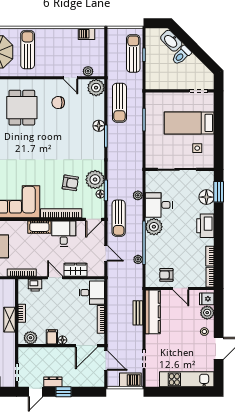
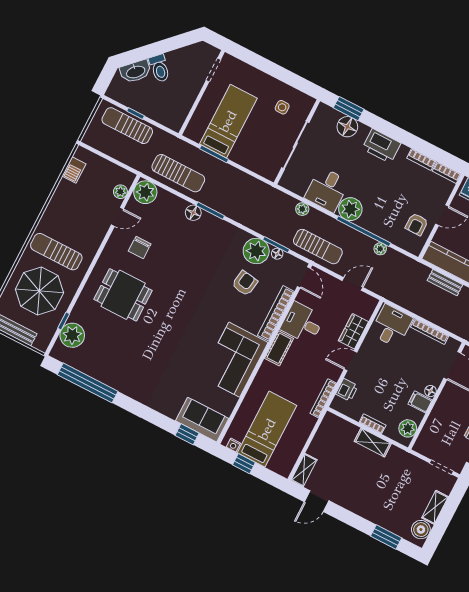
bed: (189, 123) -> (228, 121), moved, turned 180

